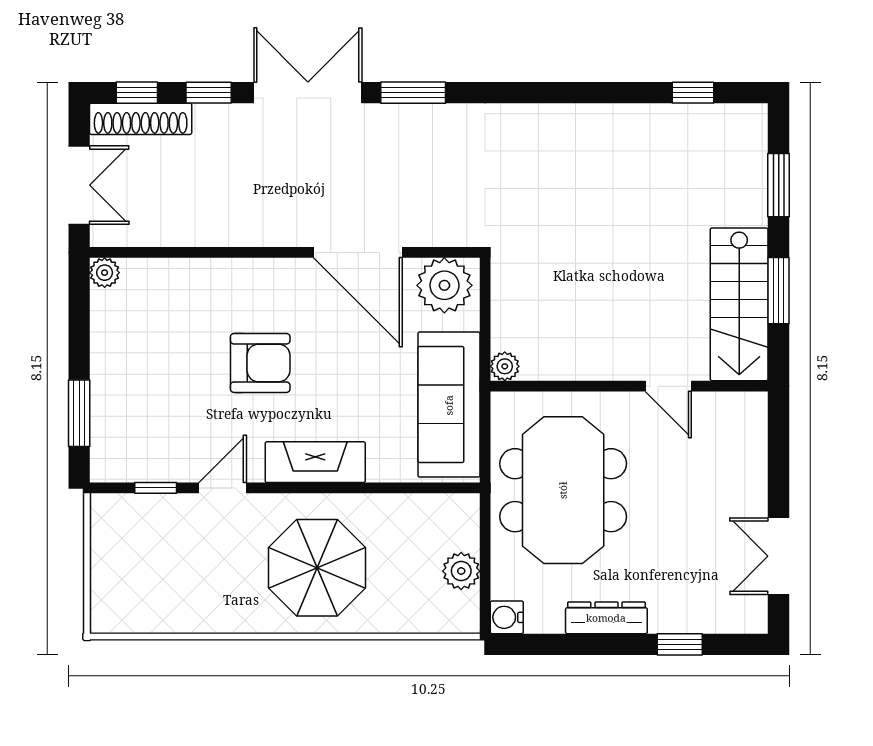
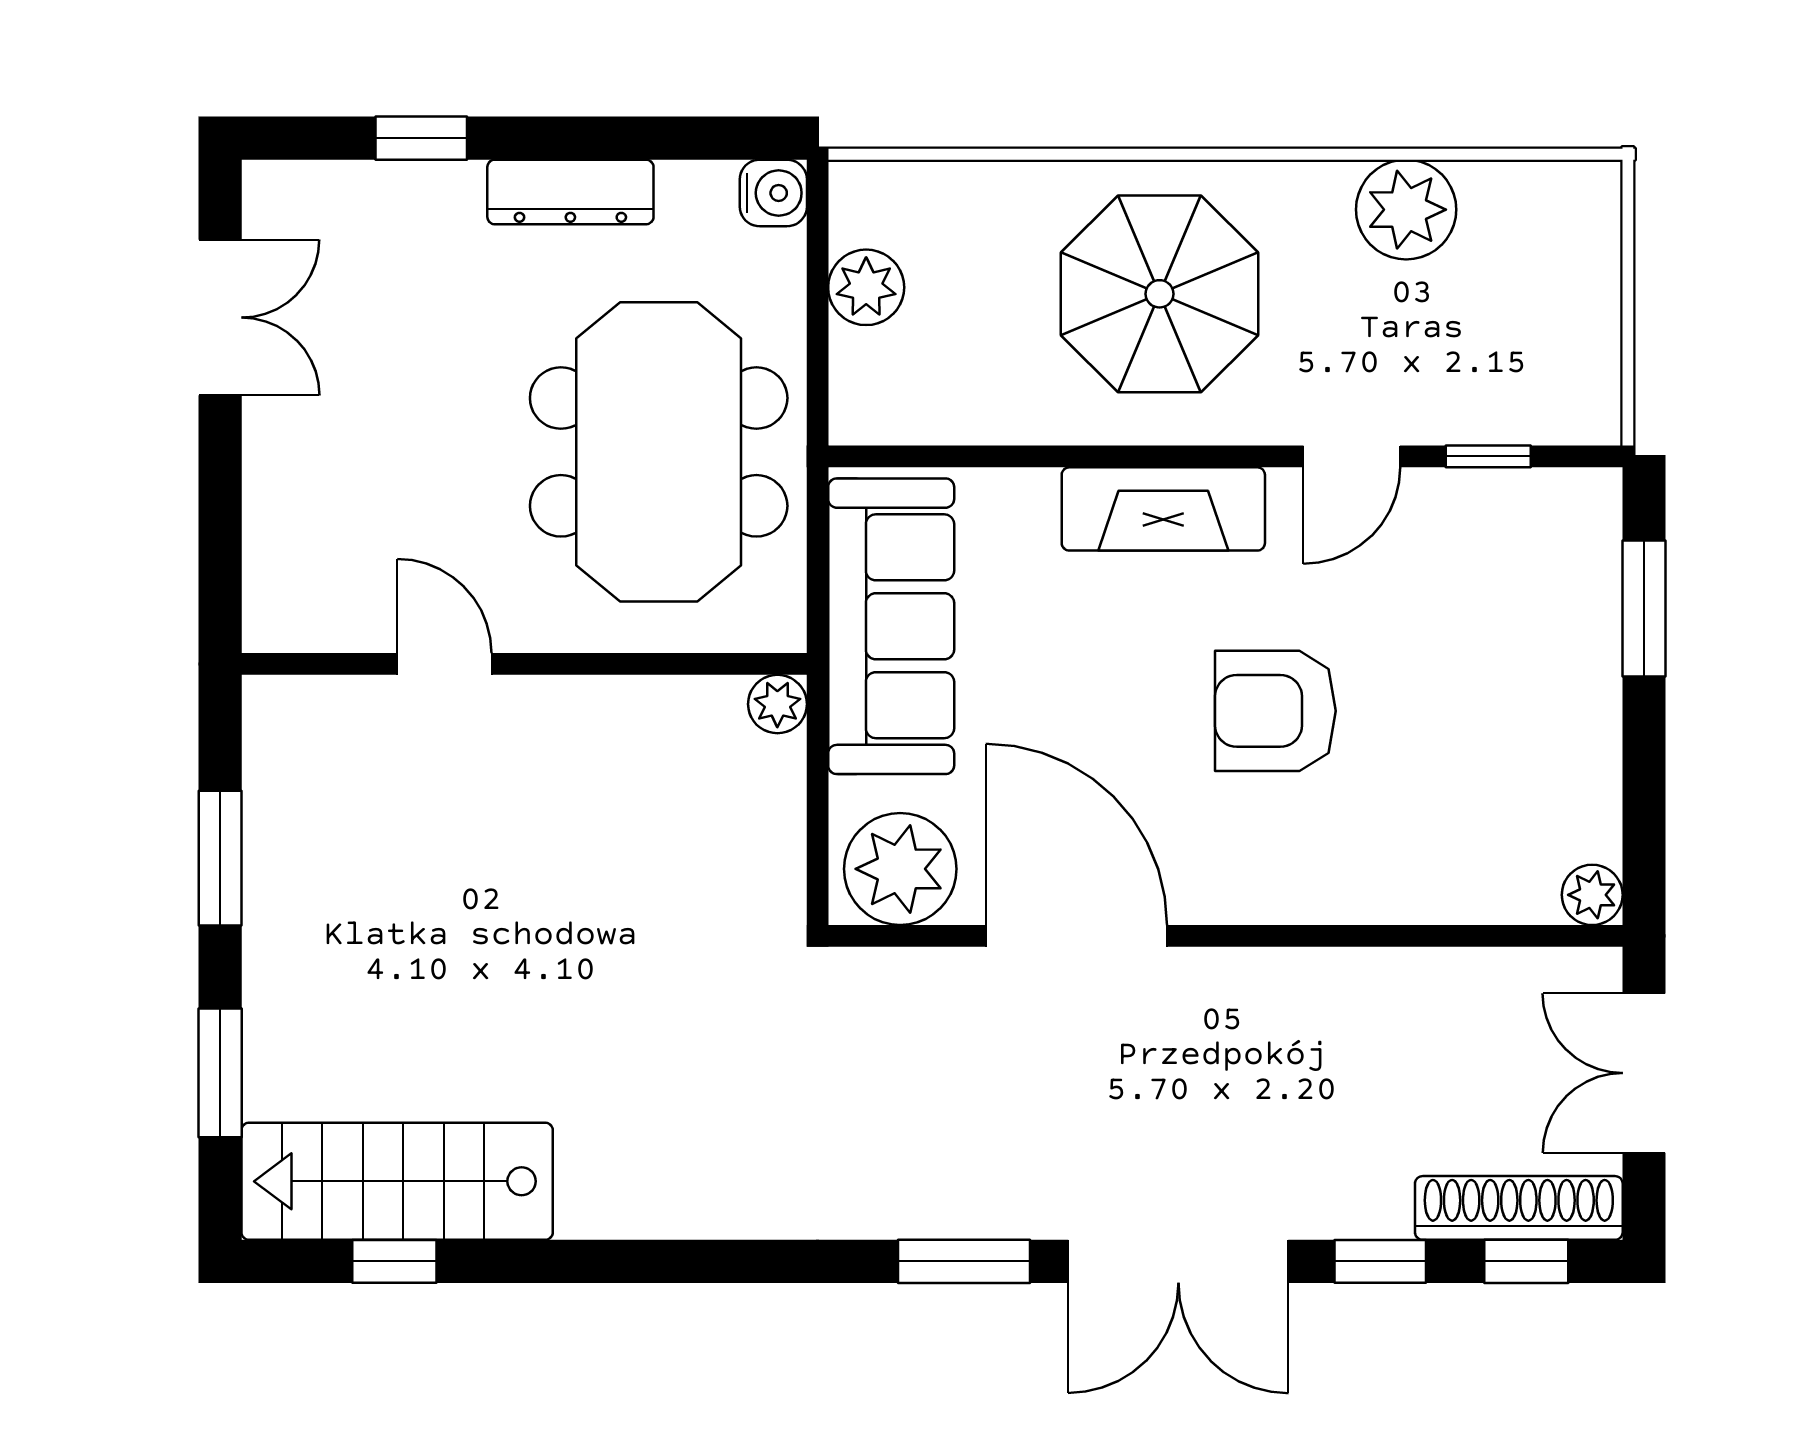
stairs: (739, 304) -> (397, 1181), moved, turned -90
plant: (196, 609) -> (1406, 210), added

